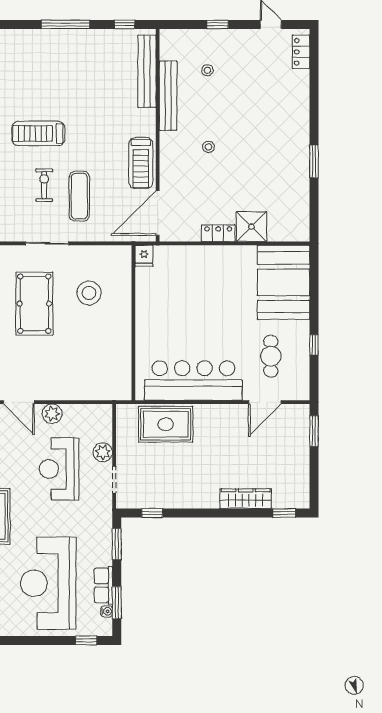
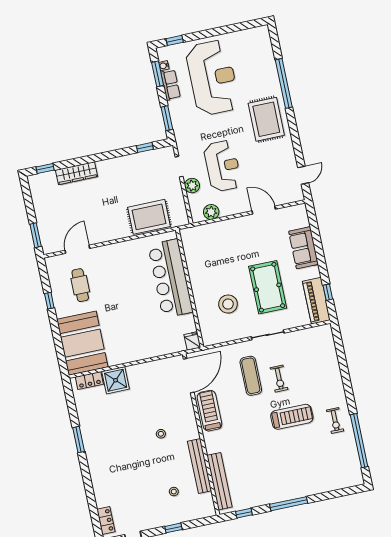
locker: (218, 233) -> (89, 381), moved
bar counter: (193, 381) -> (170, 278), moved, turned 90
plant: (52, 414) -> (211, 212), moved

